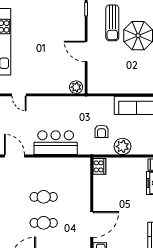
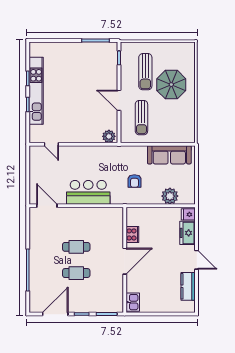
sun lounger: (108, 68) -> (141, 118), added
plant: (122, 146) -> (170, 196), moved
cooker: (99, 166) -> (132, 234), moved
door: (92, 225) -> (125, 261), moved

